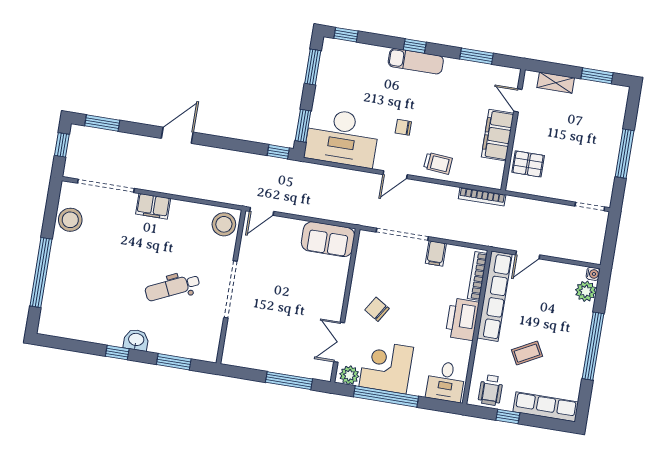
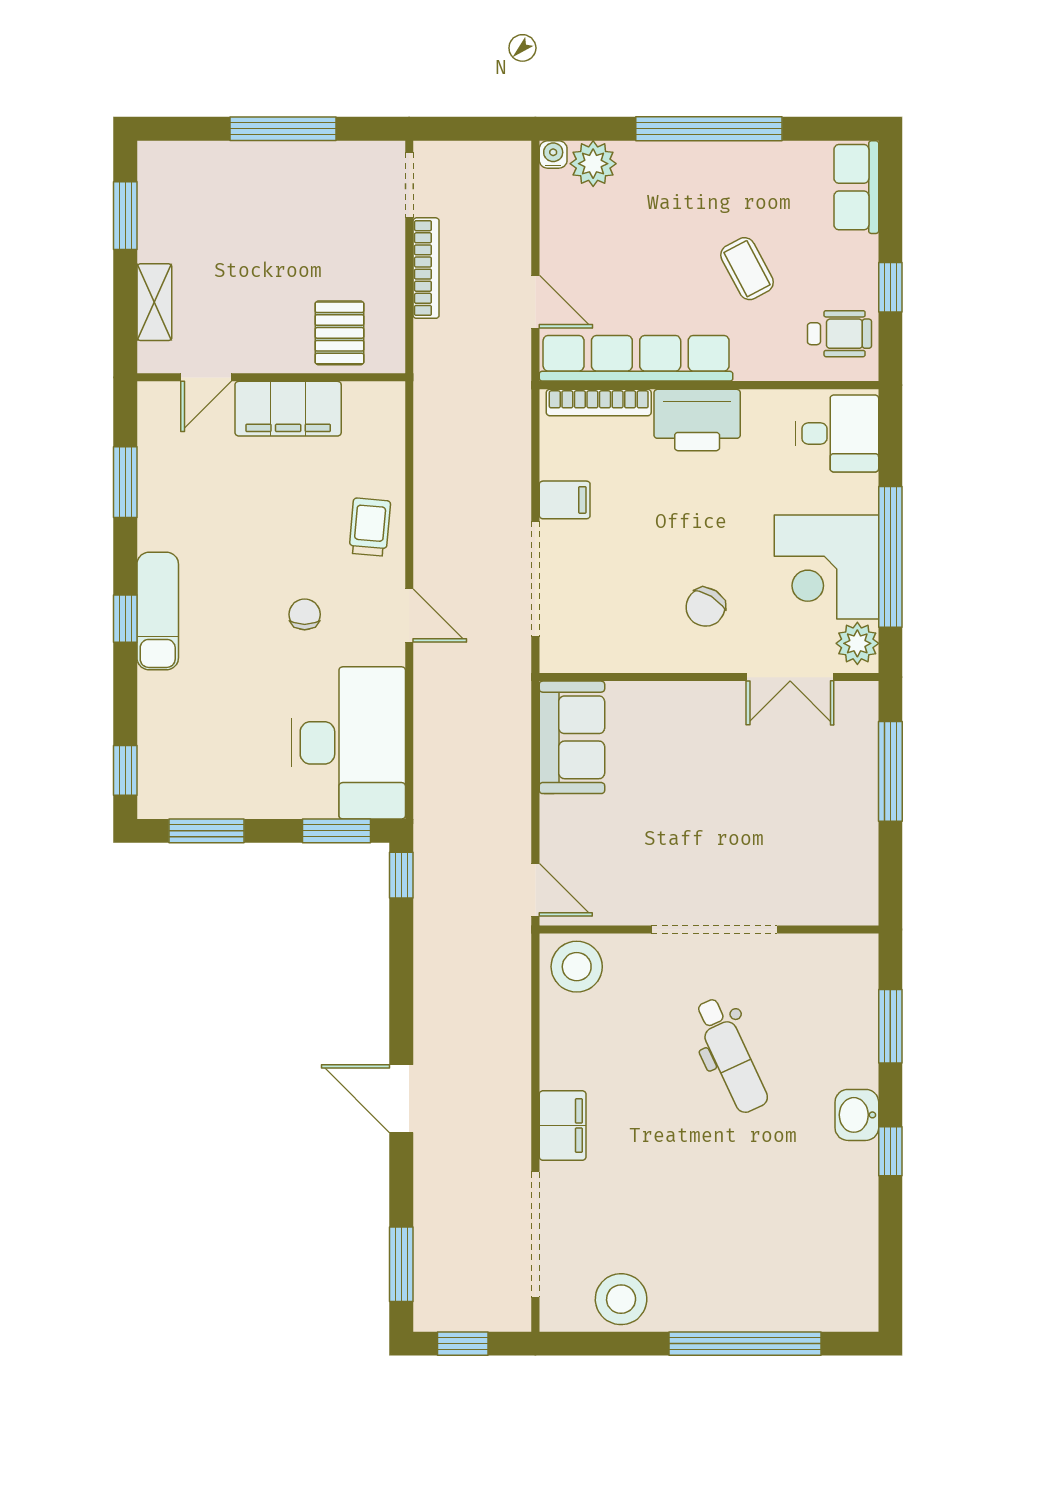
chair: (403, 127) -> (305, 614), turned 180
bookcase: (482, 197) -> (426, 268), moved
row of seats: (546, 407) -> (856, 187), width x0.68

